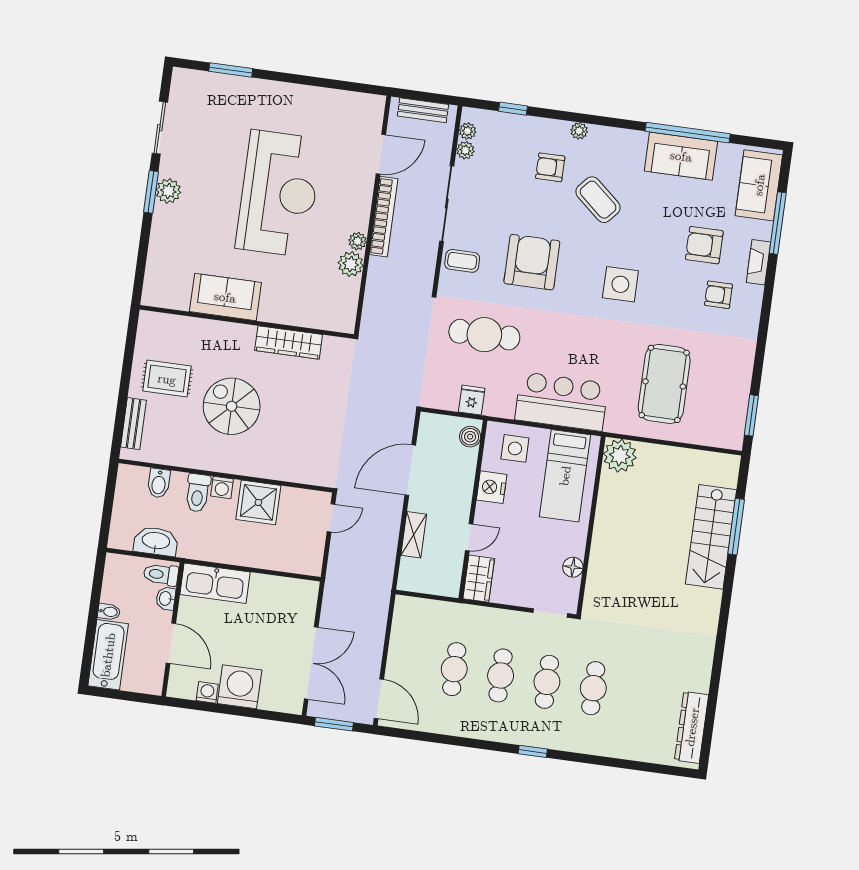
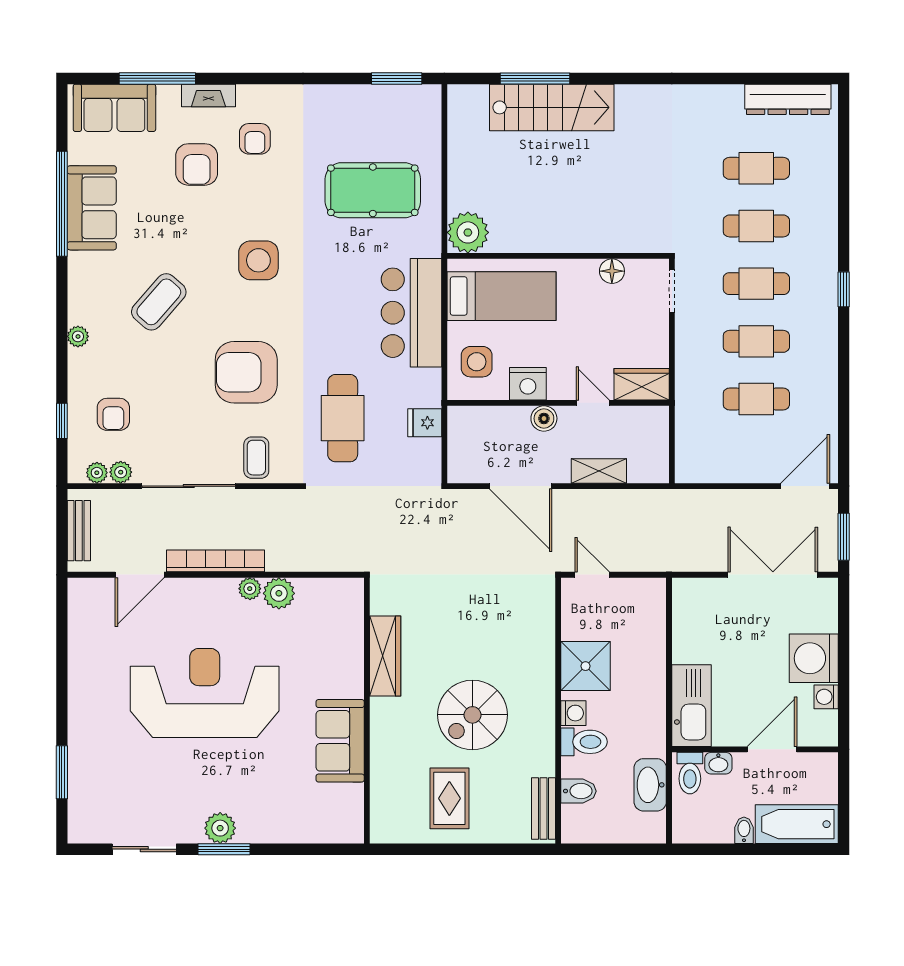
door: (381, 154) -> (140, 575), swing flipped
armchair: (550, 167) -> (113, 414), moved
bench: (133, 424) -> (544, 809), moved, turned 90
boiler: (470, 437) -> (544, 418), moved
cafe table: (640, 695) -> (756, 168), added

